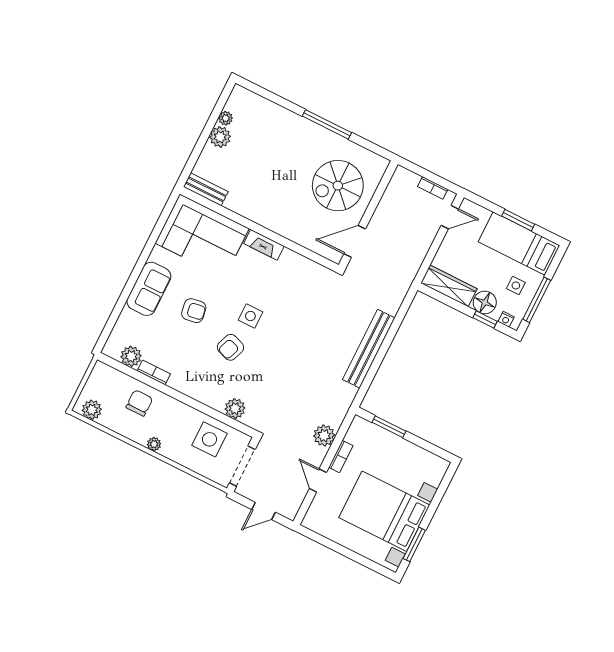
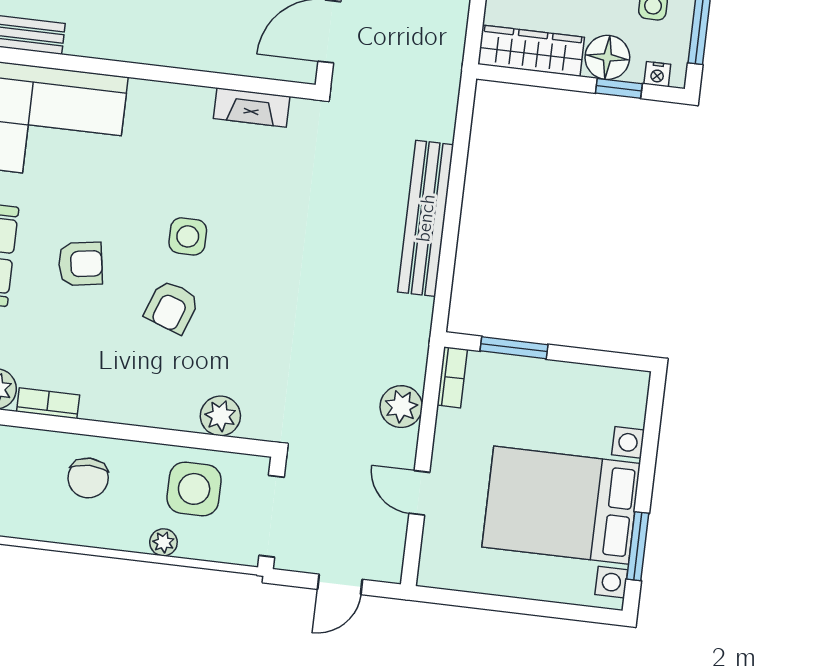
fireplace: (264, 245) -> (252, 107), moved
chair: (139, 403) -> (88, 478), moved, turned 180
plant: (154, 444) -> (163, 542), moved
bookcase: (341, 456) -> (452, 377), moved

